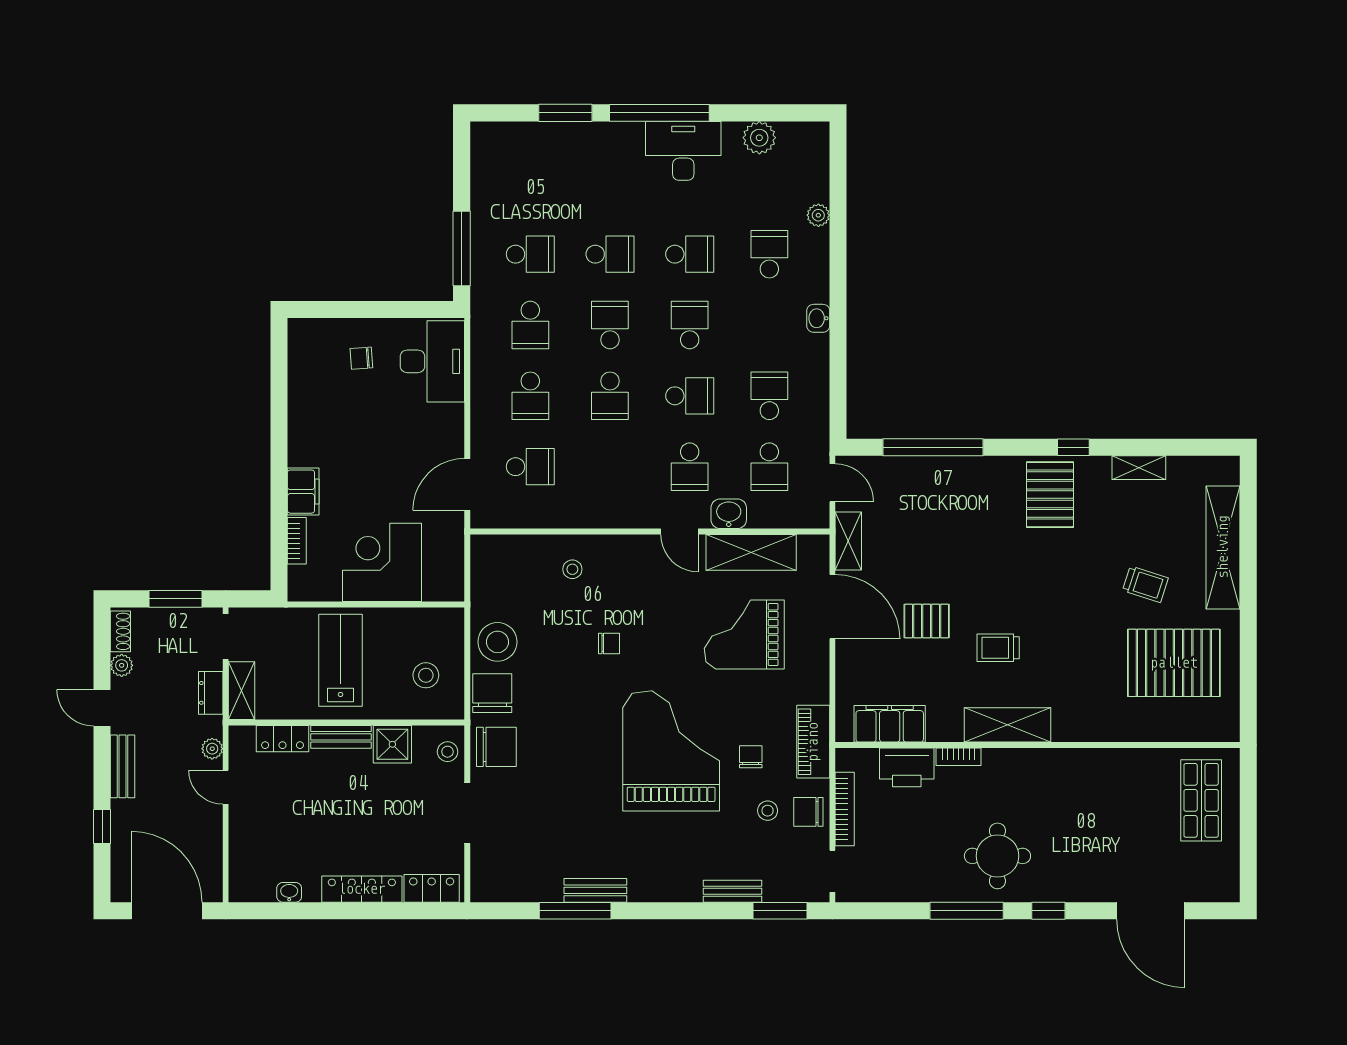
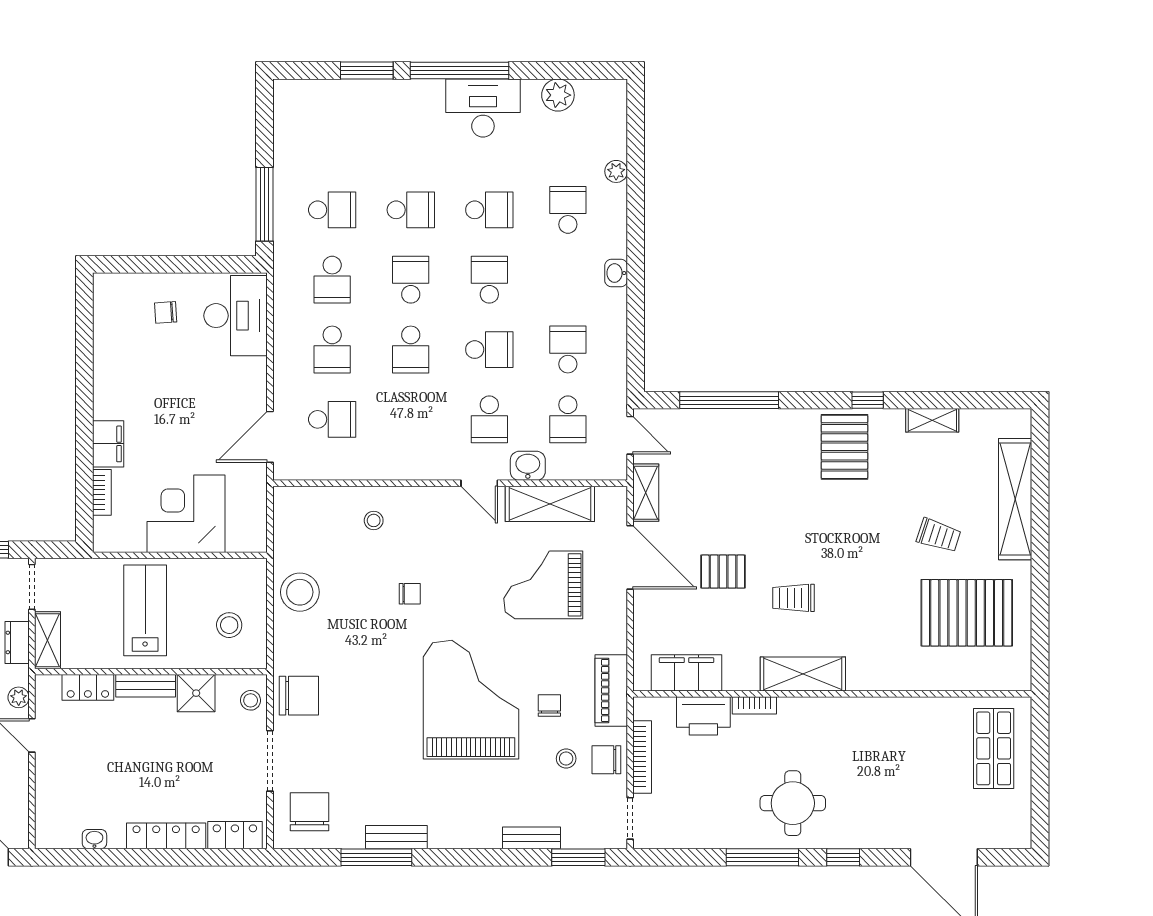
chair: (492, 693) -> (310, 812), moved

